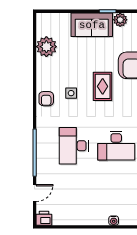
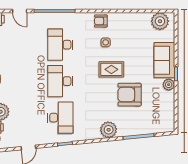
plant: (46, 47) -> (160, 21), moved
desk: (74, 146) -> (60, 45), turned -90

